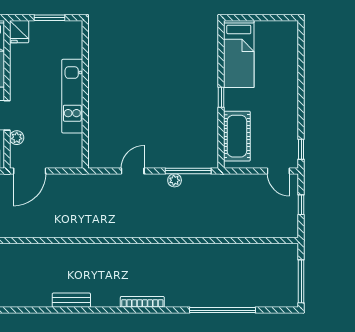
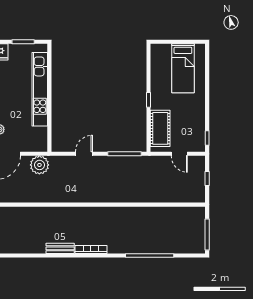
bed: (239, 54) -> (183, 68), moved
kitchen unit: (72, 96) -> (40, 89), width x1.36
door: (278, 171) -> (179, 154), moved
plant: (175, 180) -> (39, 165), moved, width x1.87, depth x1.87
bench: (71, 300) -> (60, 248), moved

